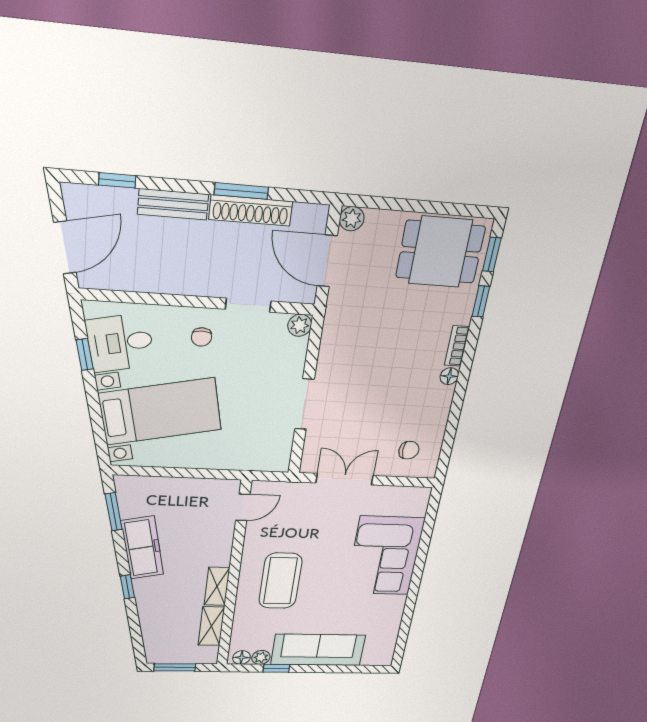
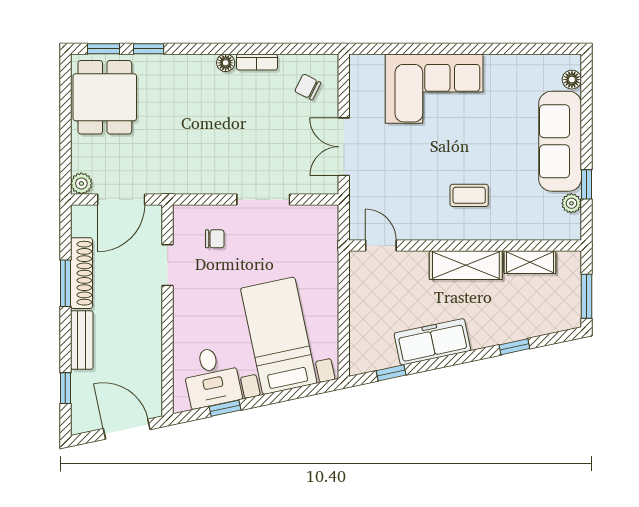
plant: (300, 325) -> (184, 215), removed
chair: (201, 337) -> (215, 239), moved
bookcase: (457, 346) -> (257, 62), moved
chair: (409, 450) -> (308, 87), turned -63
window: (114, 512) -> (391, 373), width x0.67
coffee table: (280, 581) -> (469, 195), width x0.54, depth x0.58
shelving: (217, 586) -> (466, 265), width x1.50, depth x1.33
window: (127, 587) -> (514, 347), moved
floor lamp: (241, 657) -> (572, 80), moved

